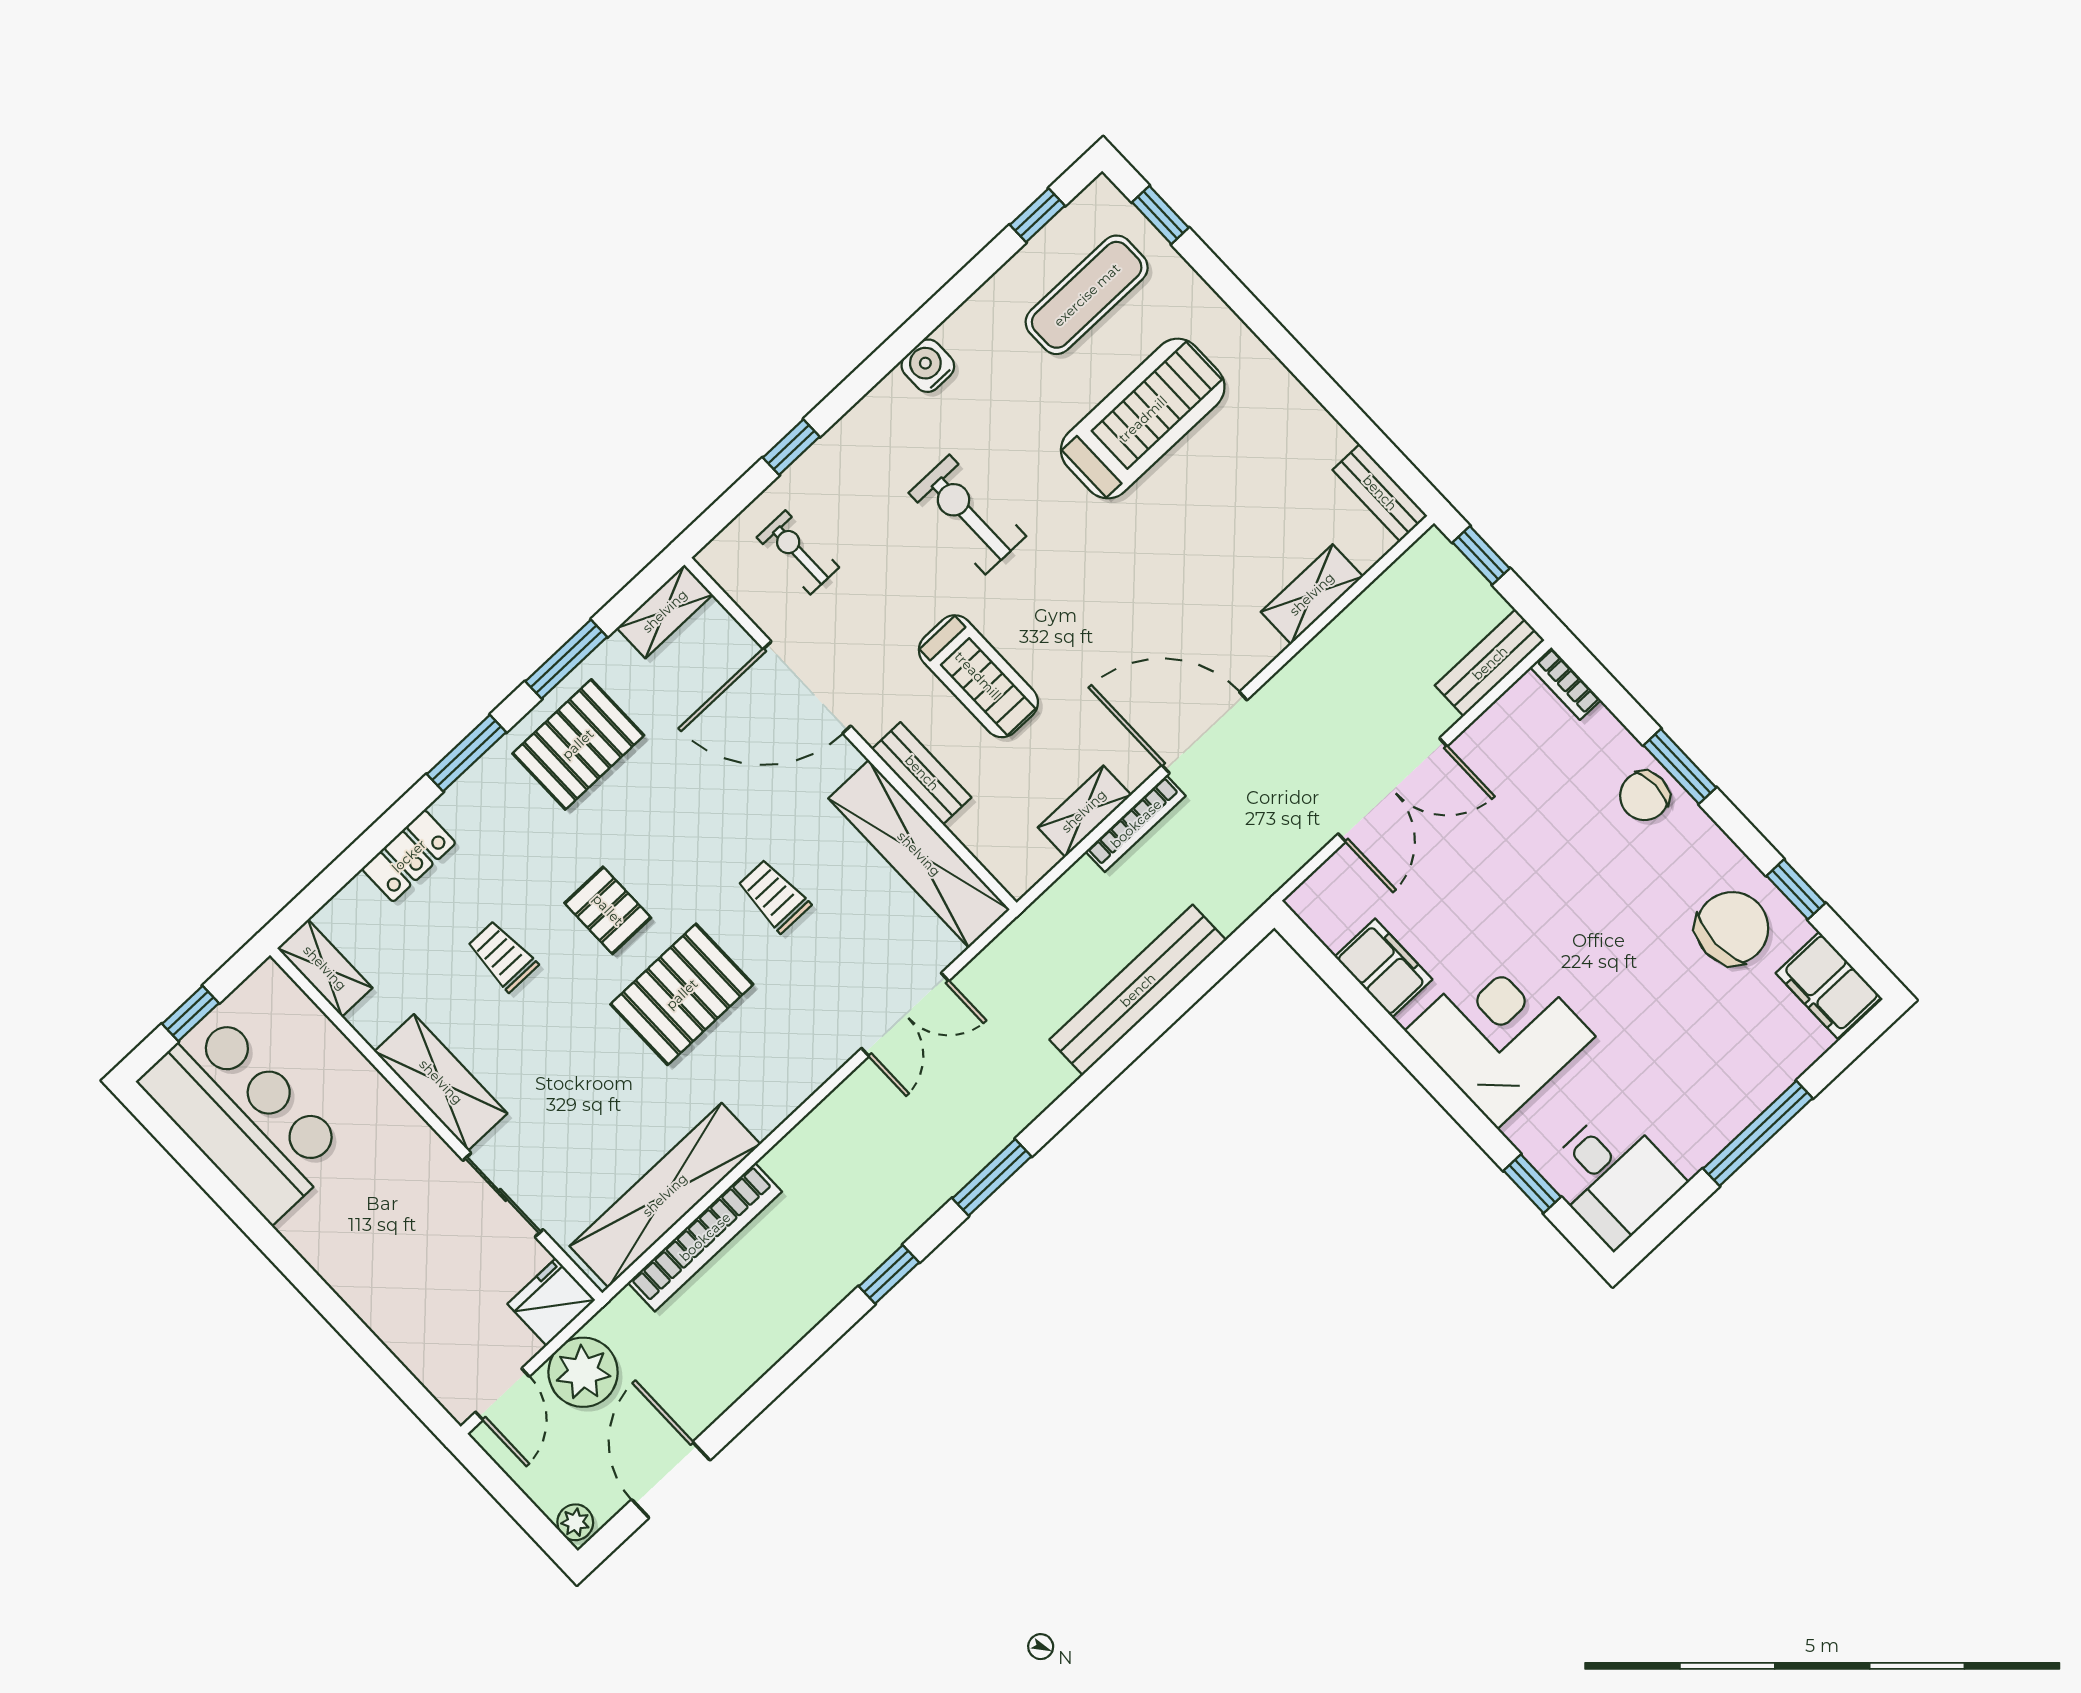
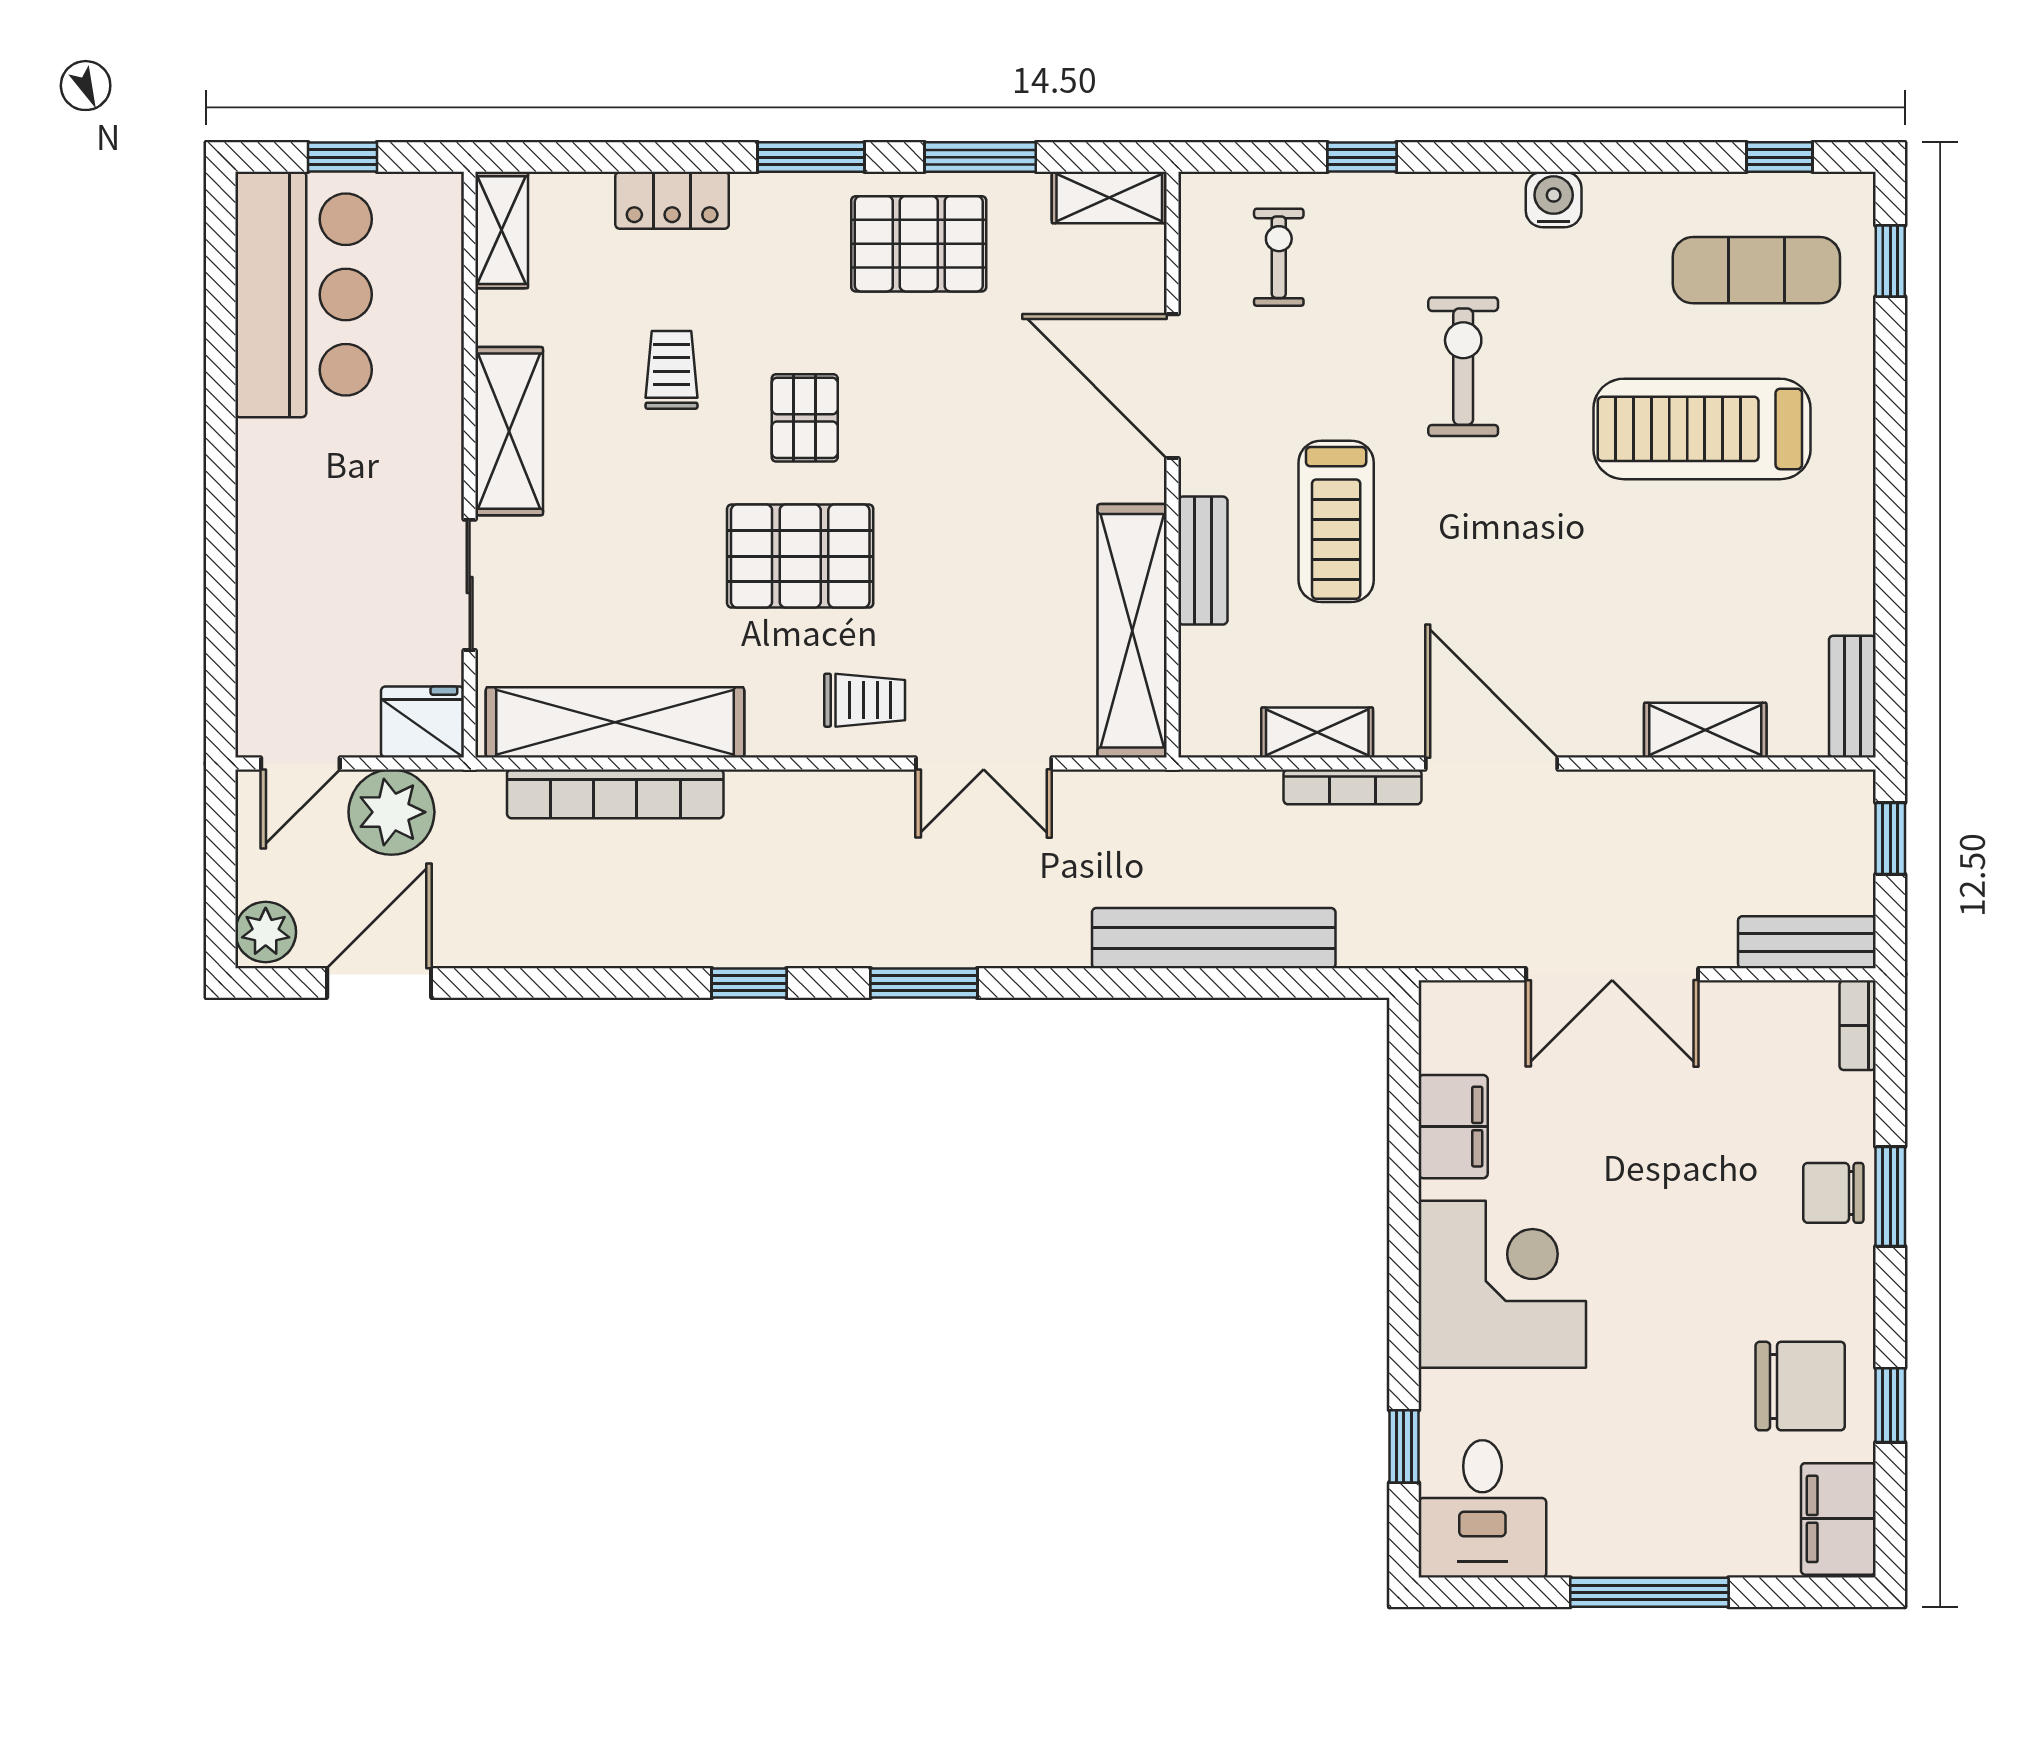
treadmill: (1143, 419) -> (1702, 429), turned 180
trolley: (774, 896) -> (865, 700), moved, turned 90
plant: (575, 1522) -> (266, 932), width x1.38, depth x1.38

